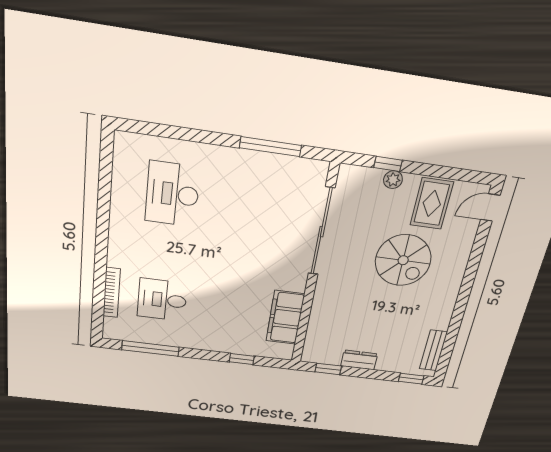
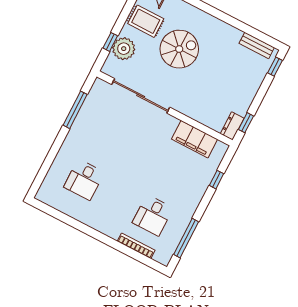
plant: (393, 180) -> (124, 49), width x1.88, depth x1.88
desk: (172, 194) -> (84, 180), width x0.73
dresser: (359, 360) -> (232, 126), moved

